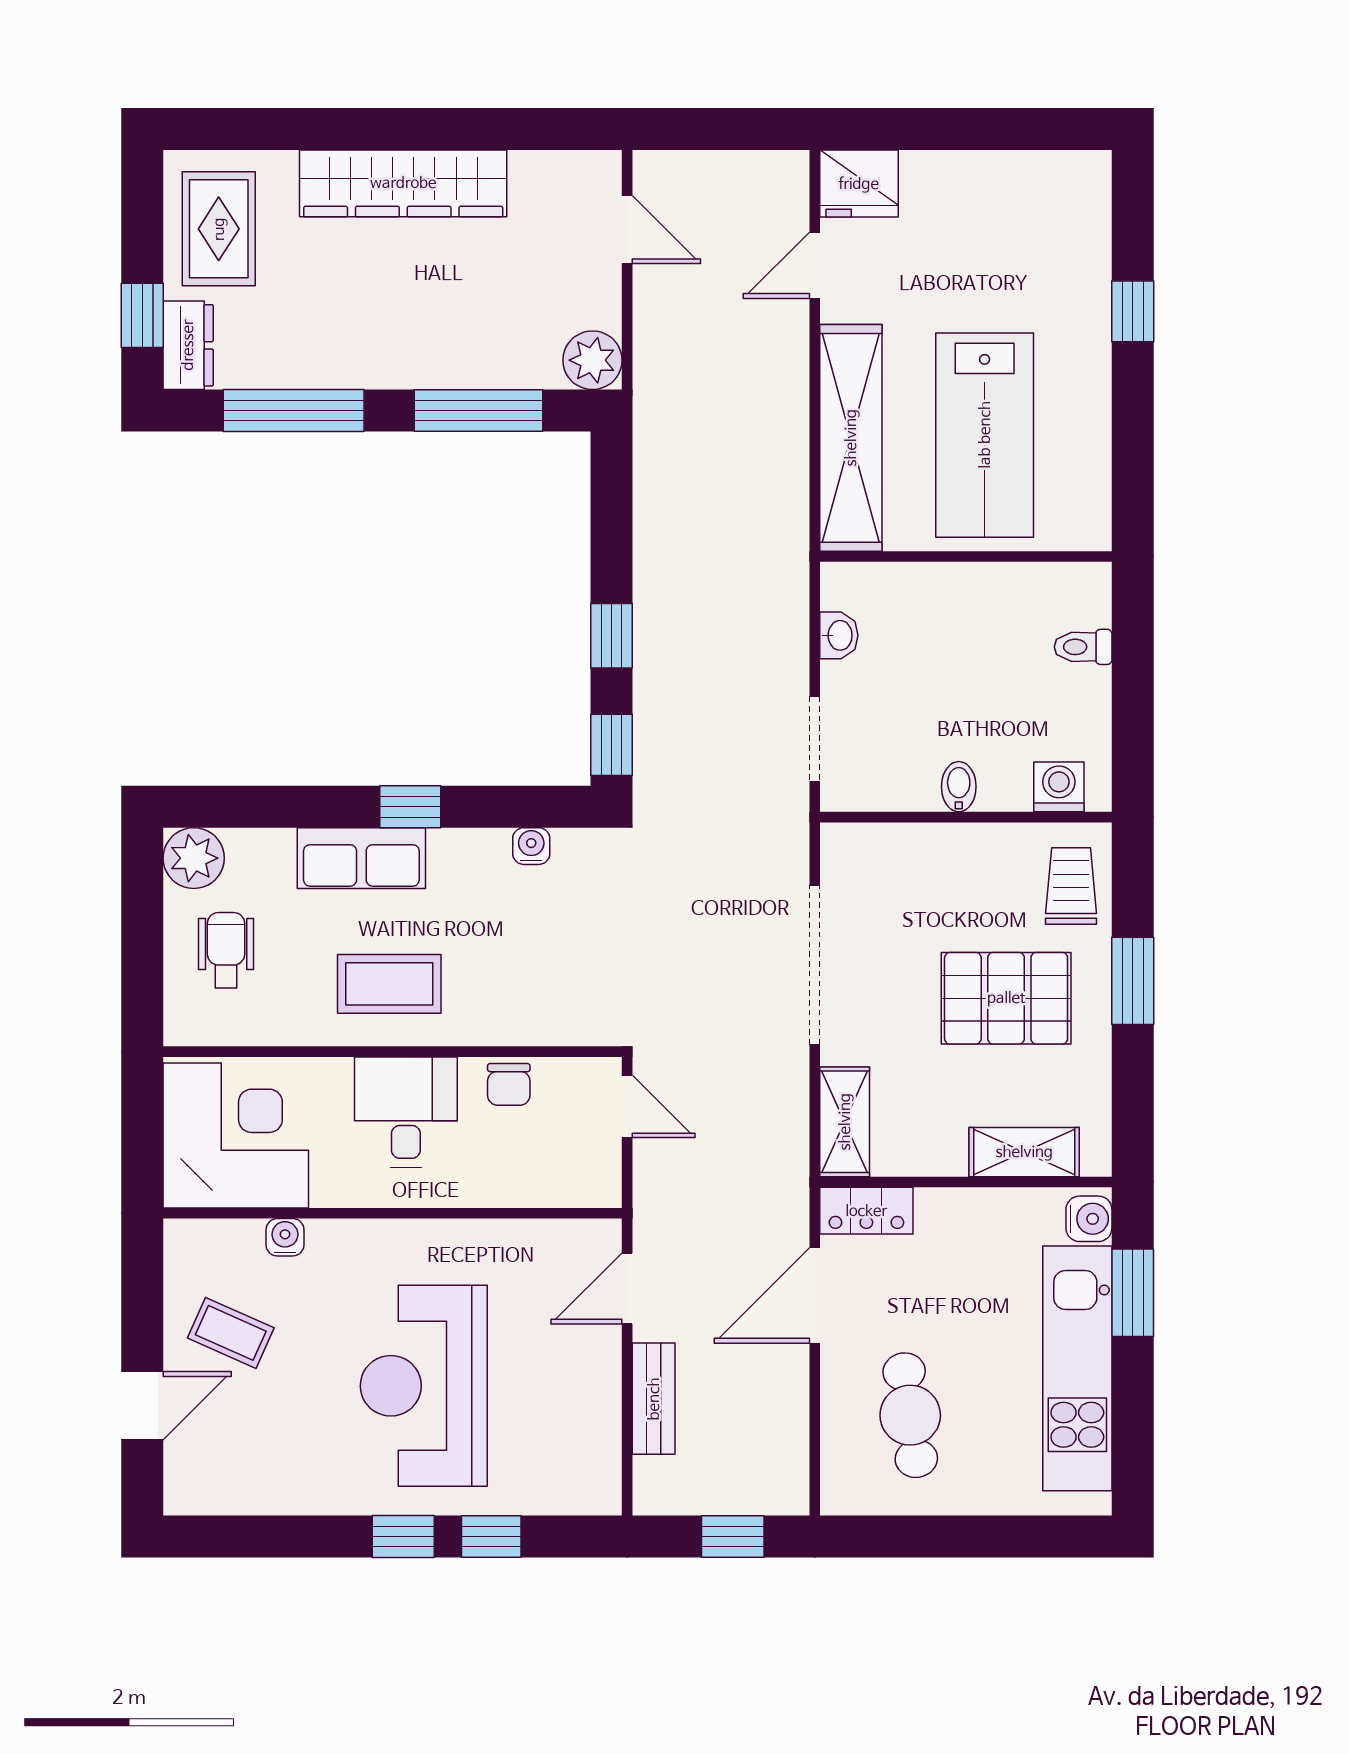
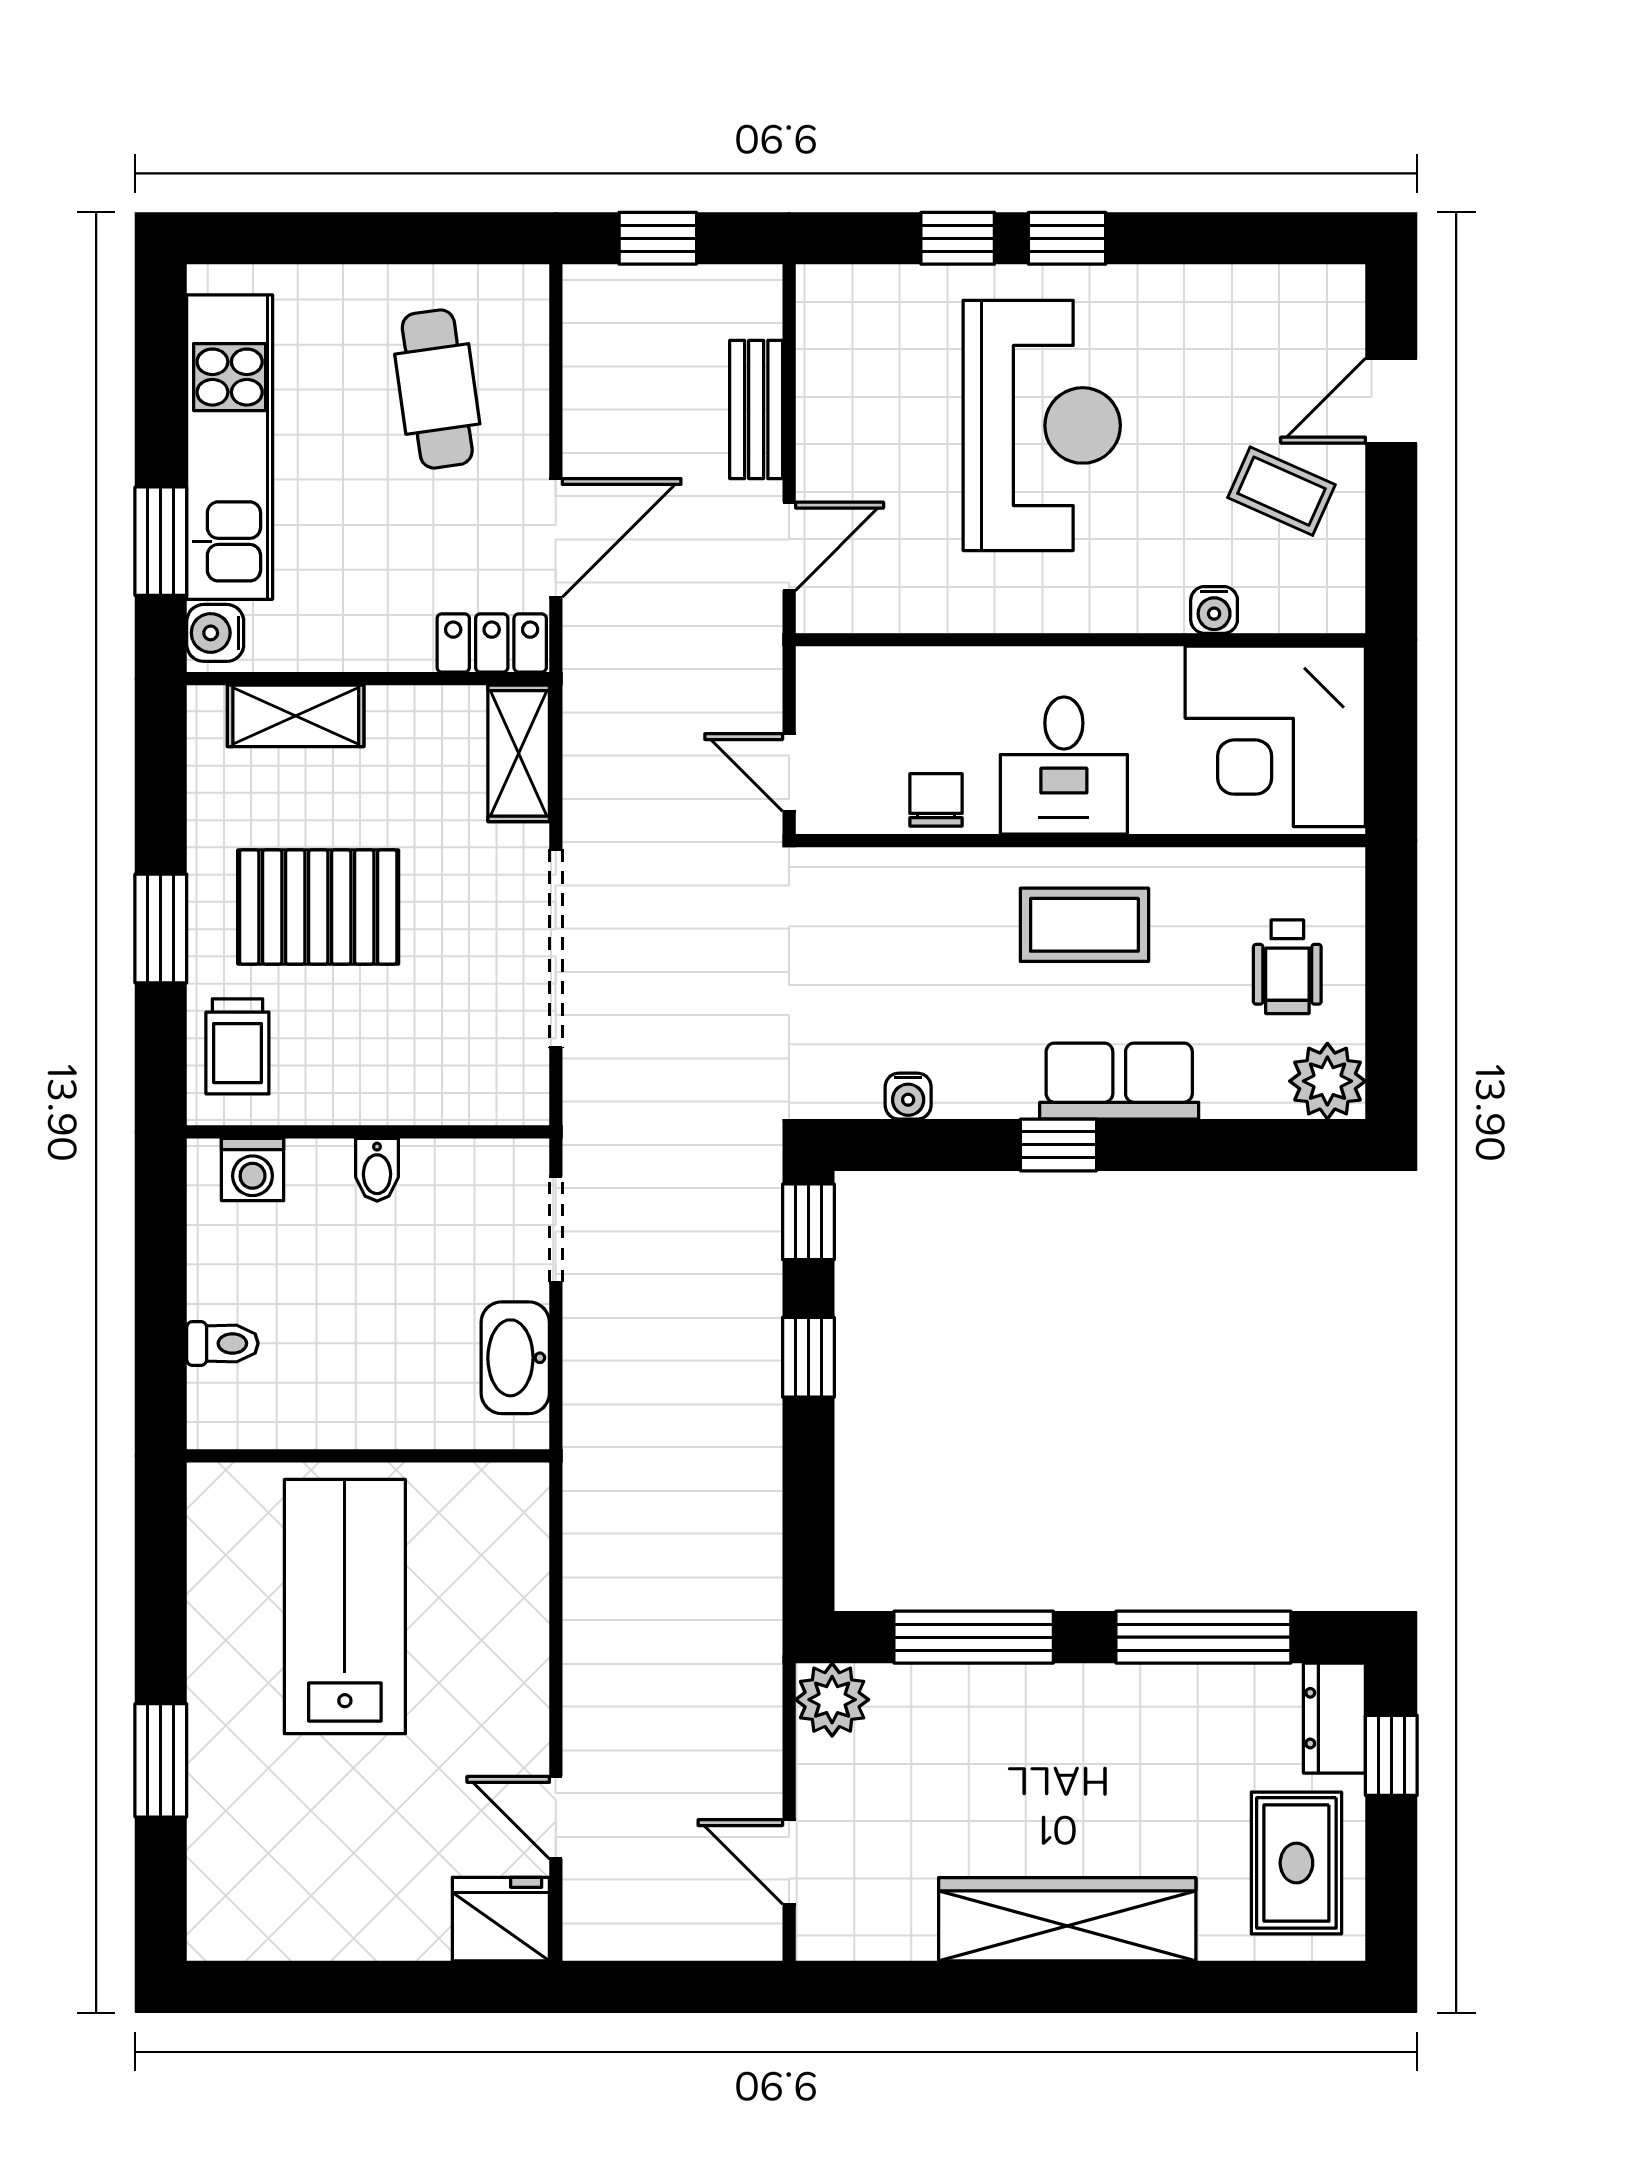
door: (815, 265) -> (556, 1818), swing flipped
window: (1133, 311) -> (161, 1760), width x1.50
shelving: (851, 438) -> (511, 1603), removed
washbasin: (839, 635) -> (515, 1358), width x1.91, depth x1.45

